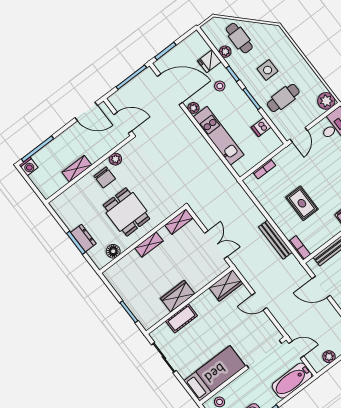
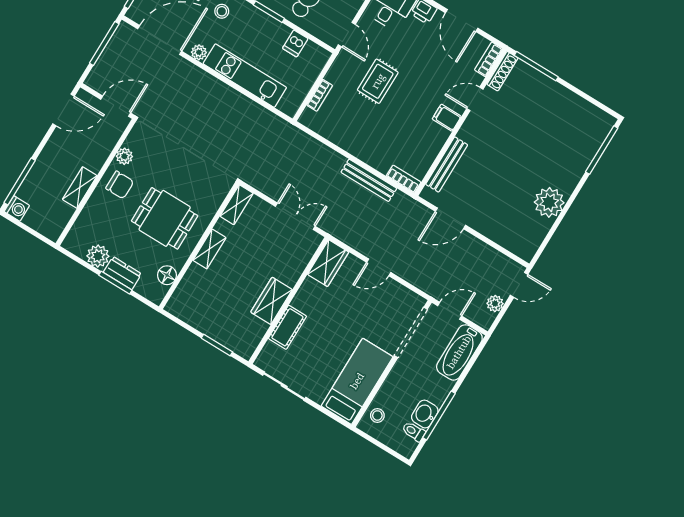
rug: (302, 203) -> (378, 81), moved, turned 90
plant: (71, 220) -> (98, 256), added

